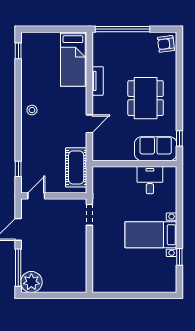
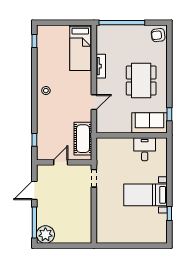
door: (36, 196) -> (61, 162), moved

